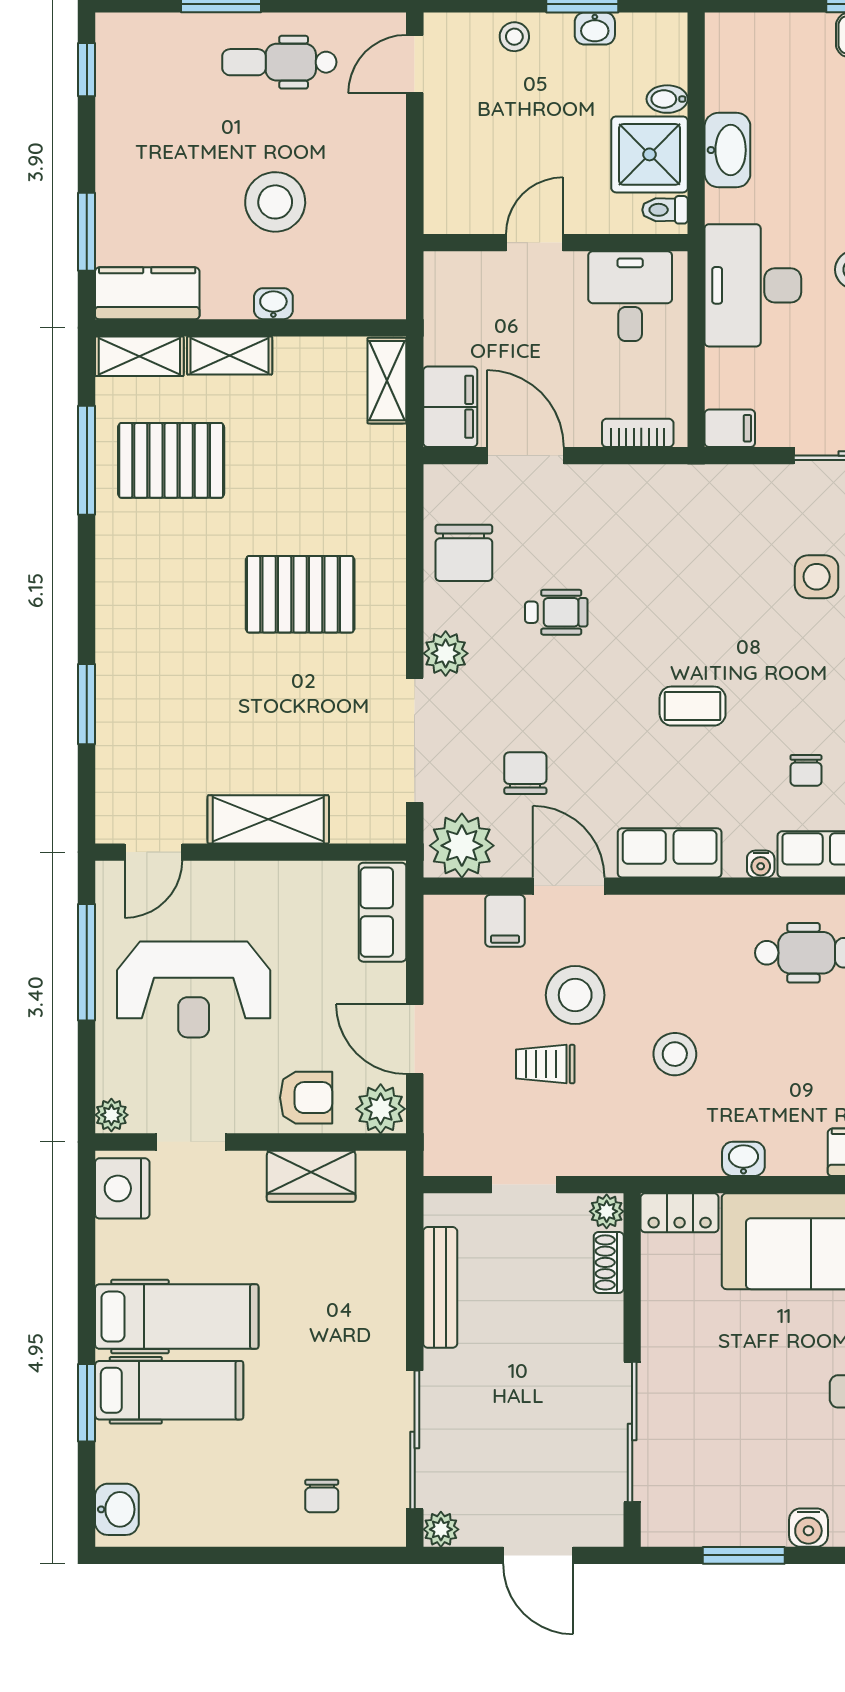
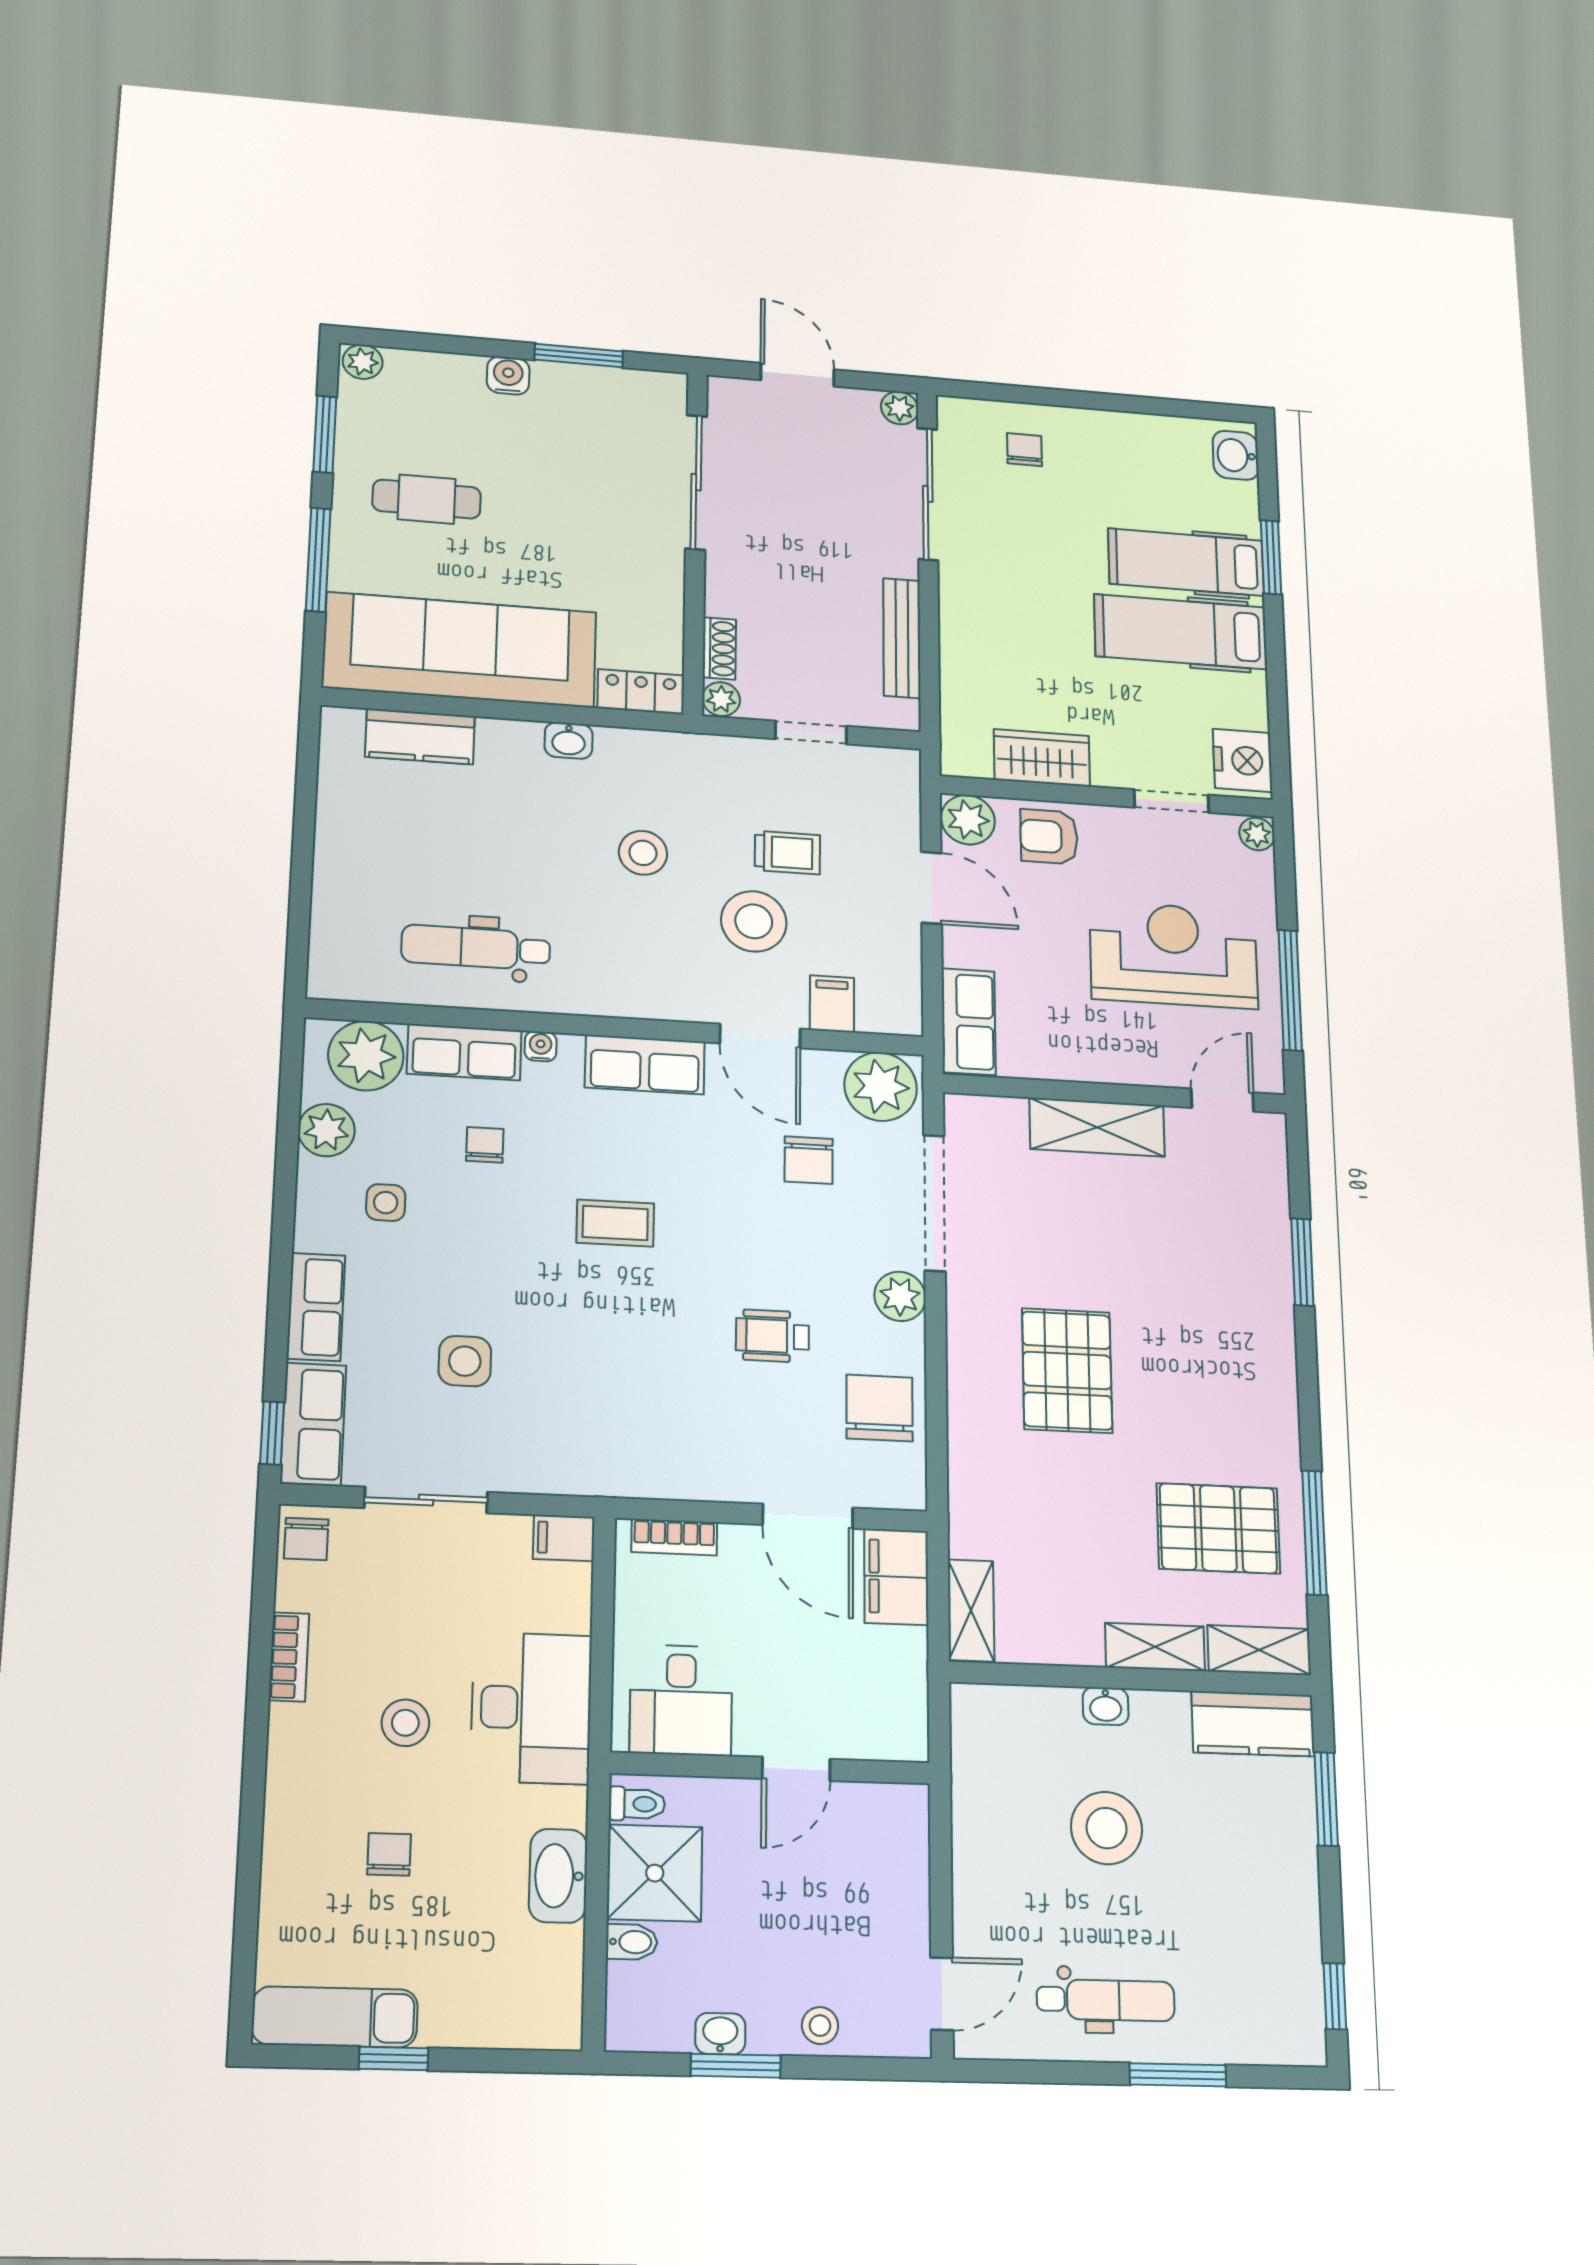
pallet: (300, 594) -> (1067, 1370), turned 90

